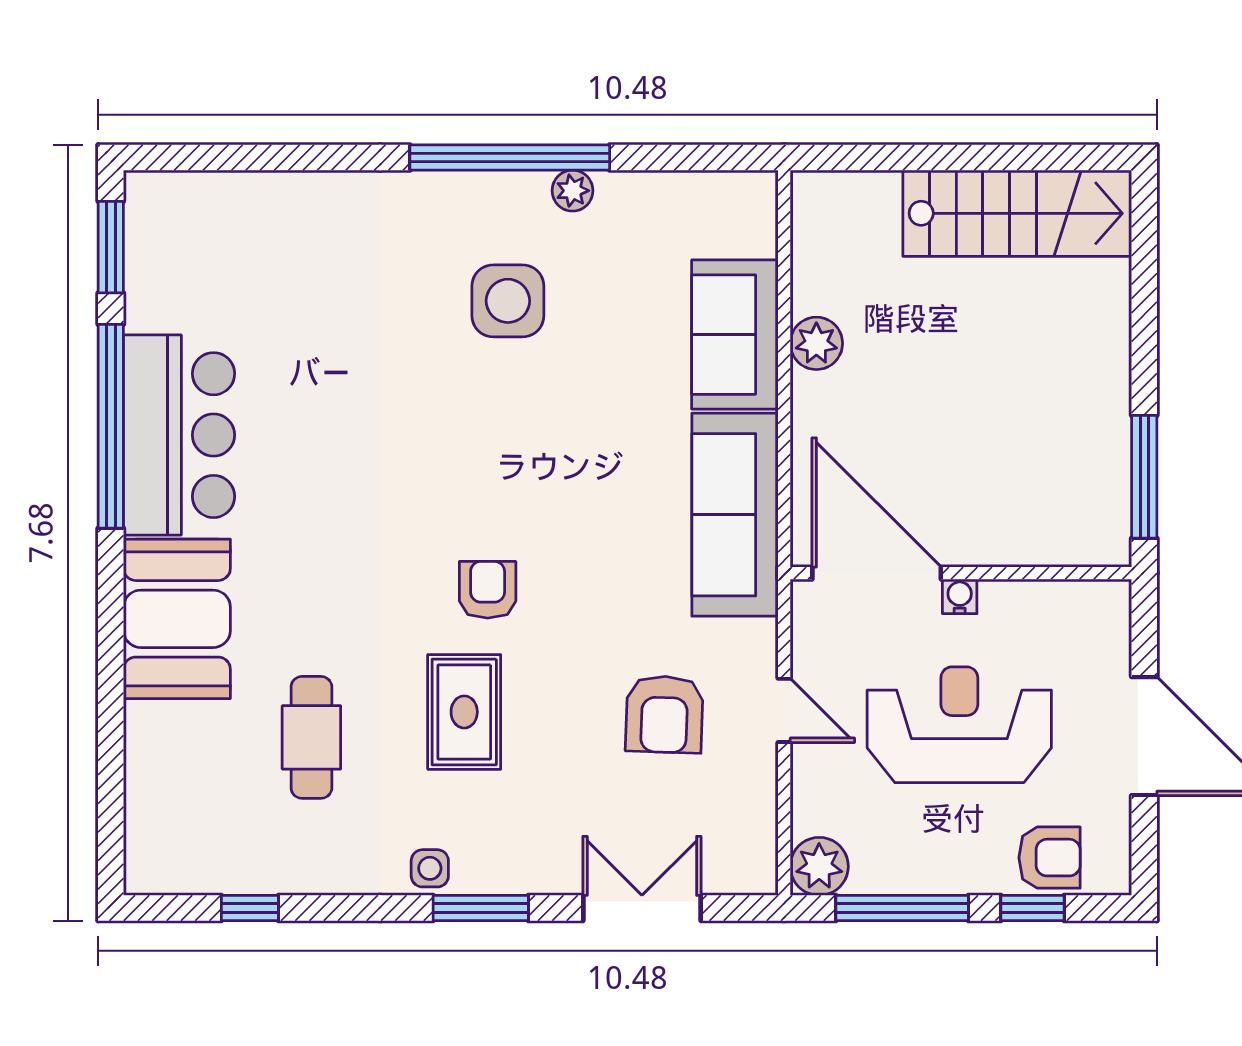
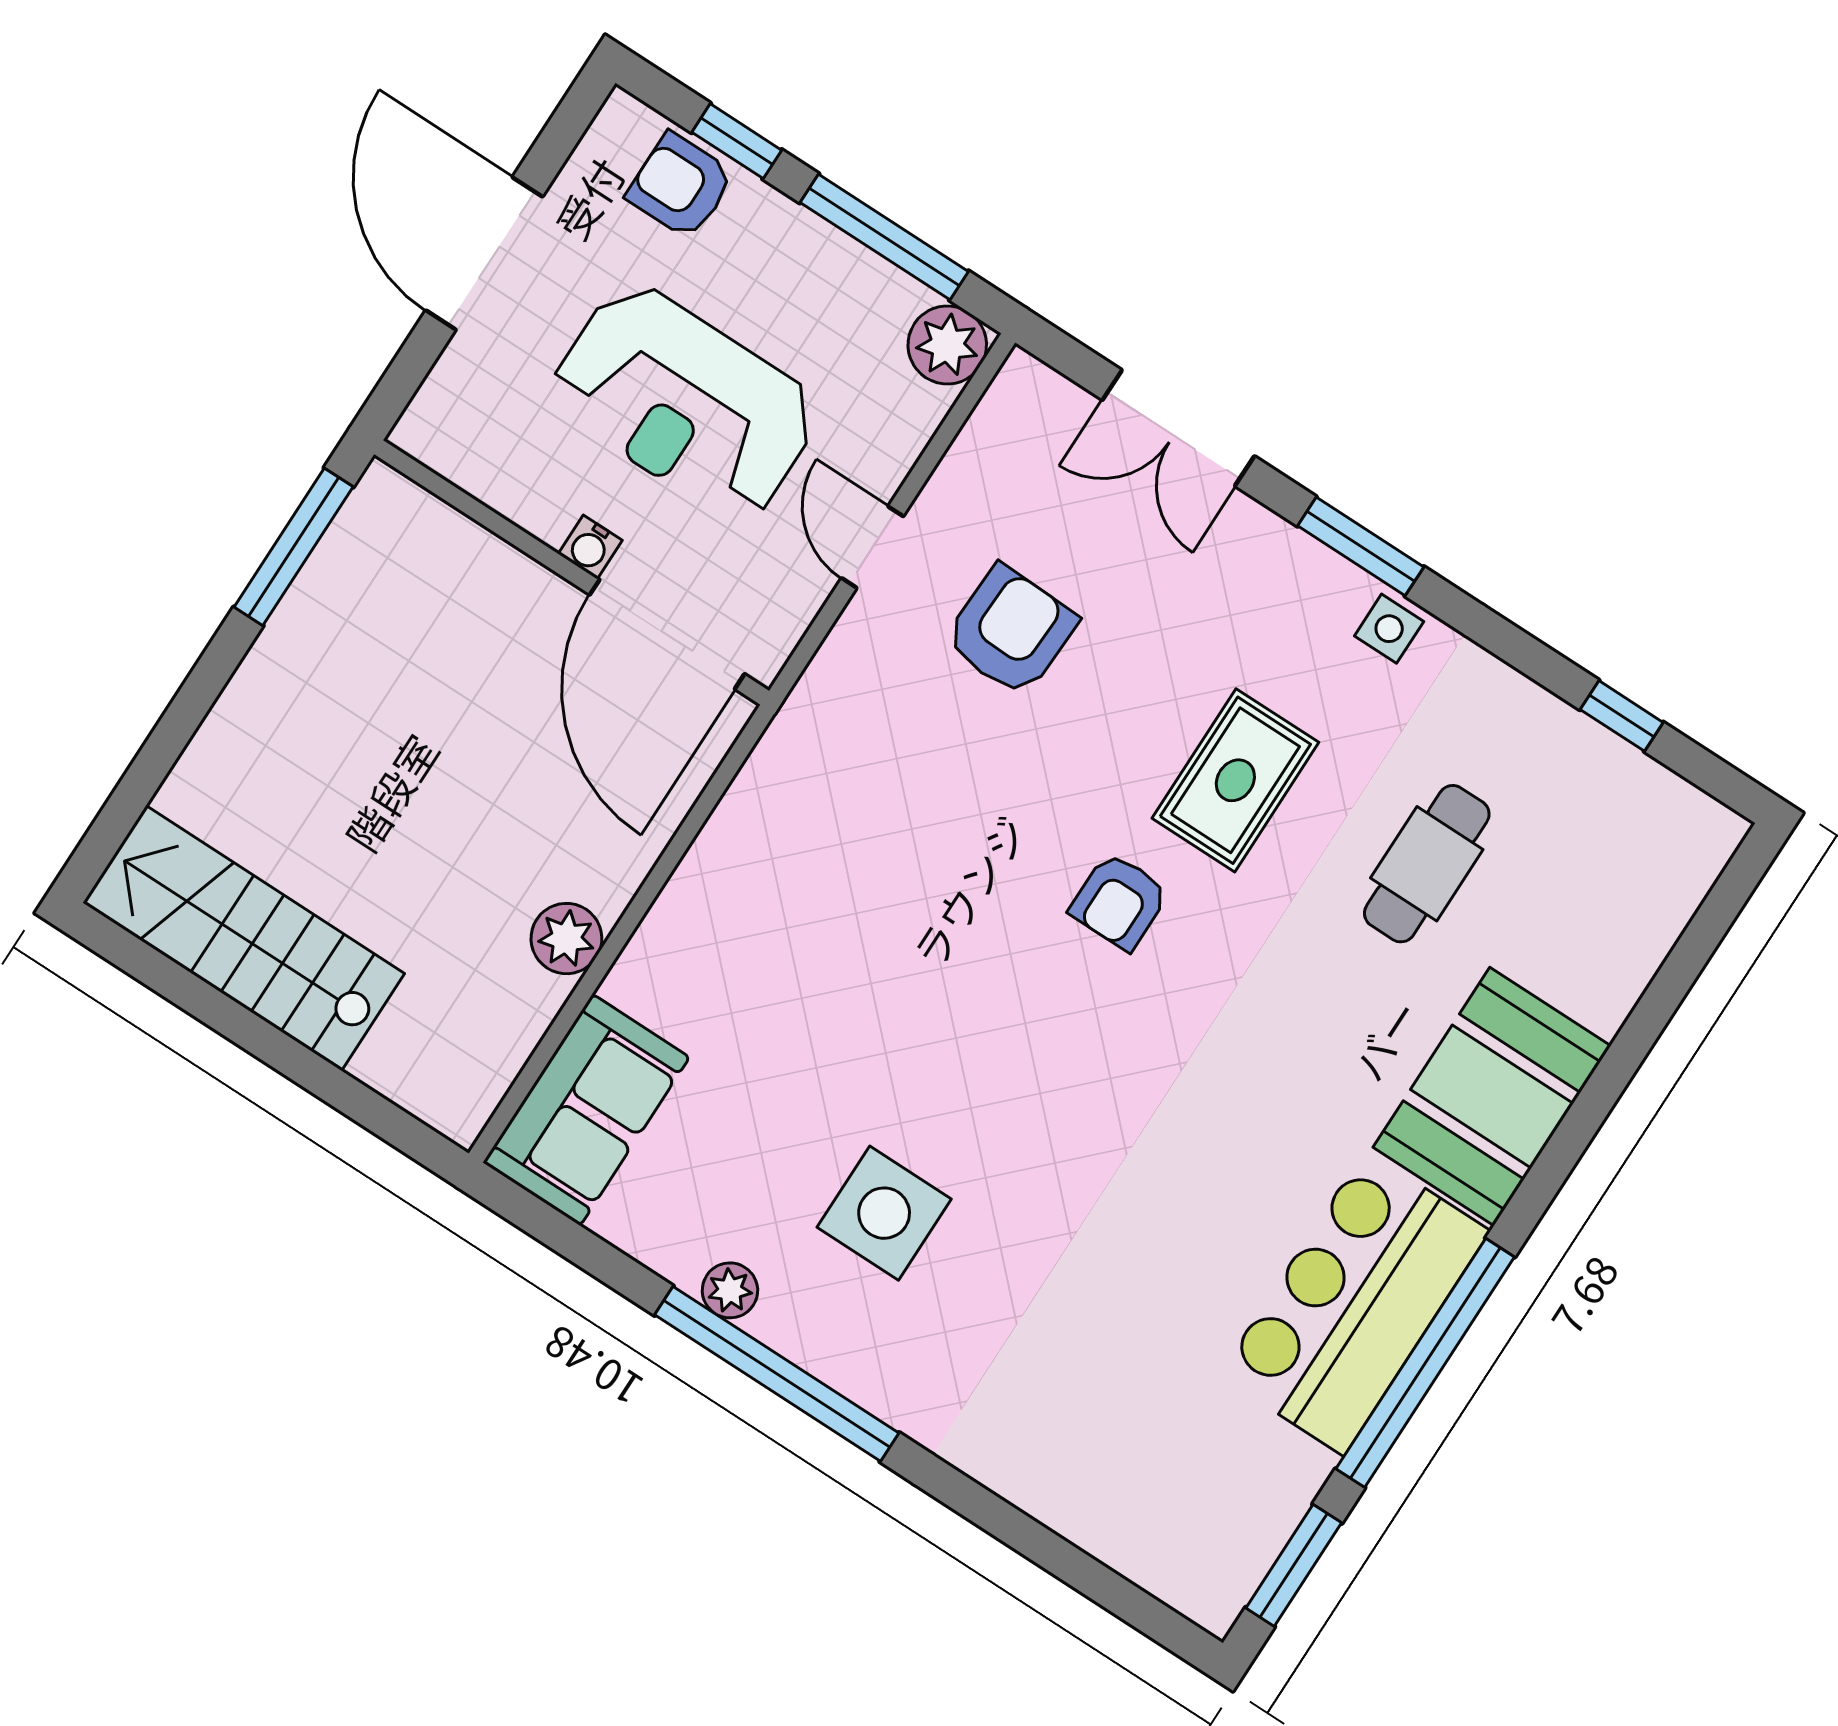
sofa: (735, 335) -> (586, 1110), moved
sofa: (735, 515) -> (784, 805), removed

